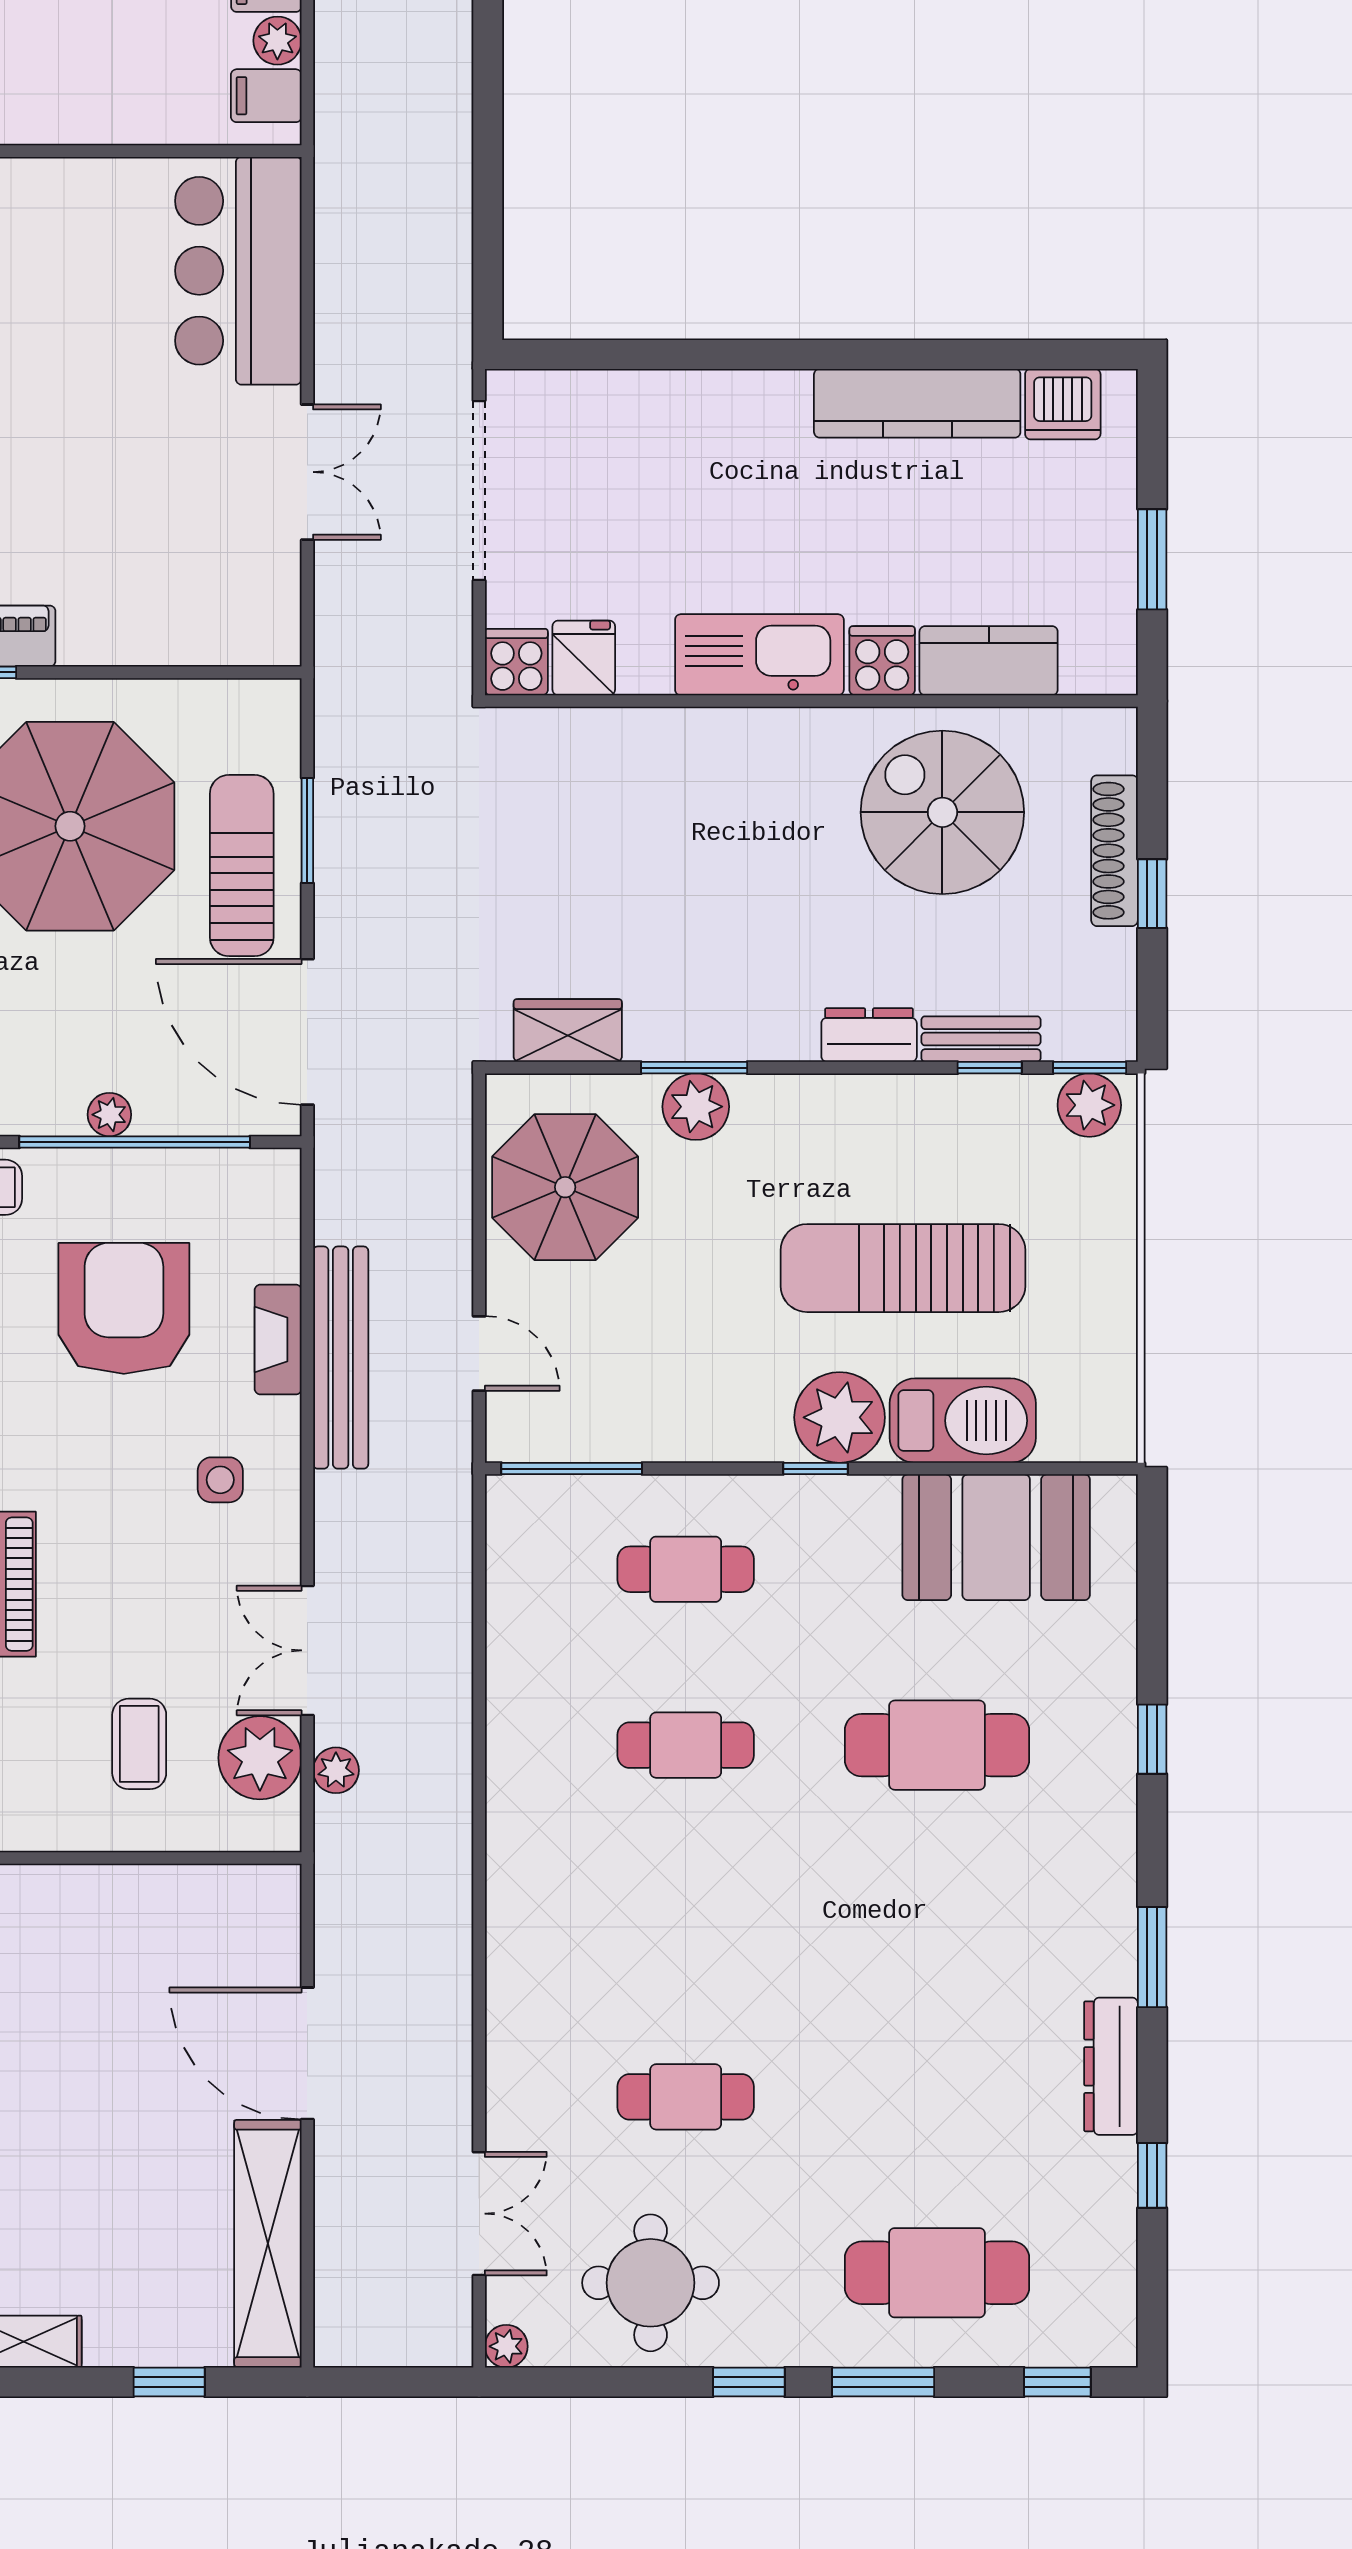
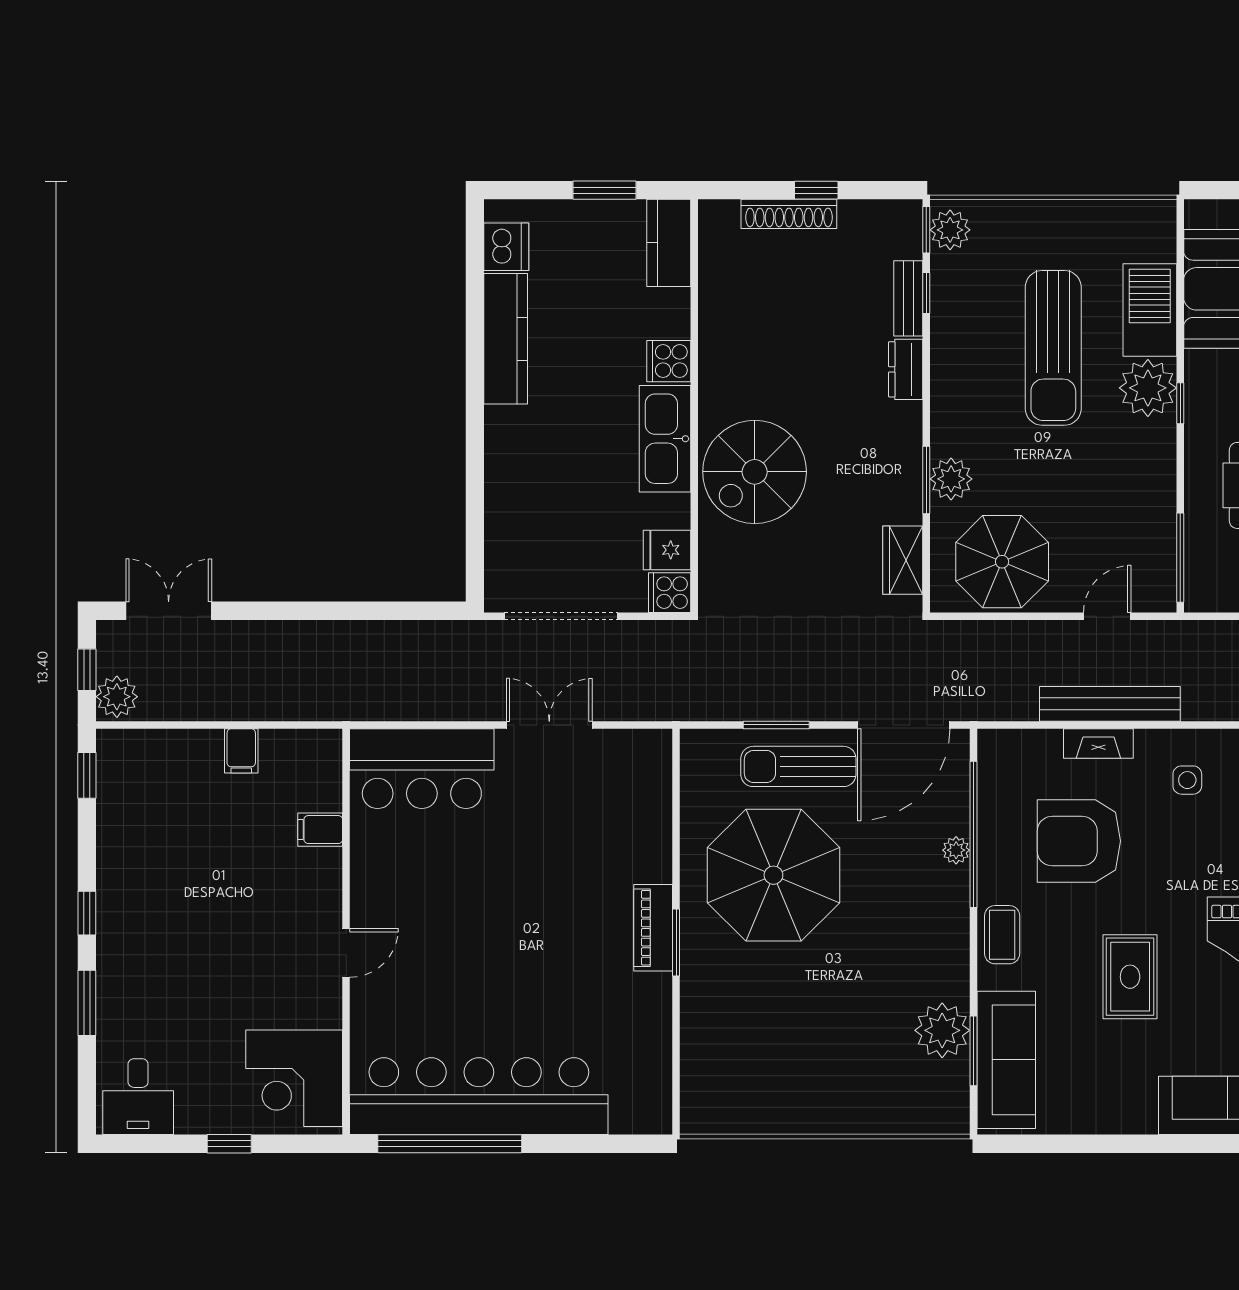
plant: (277, 41) -> (276, 744), removed
filing cabinet: (266, 96) -> (320, 830), moved, turned 90
kitchen counter: (989, 661) -> (669, 243), moved
spiral stairs: (942, 812) -> (755, 472), moved

